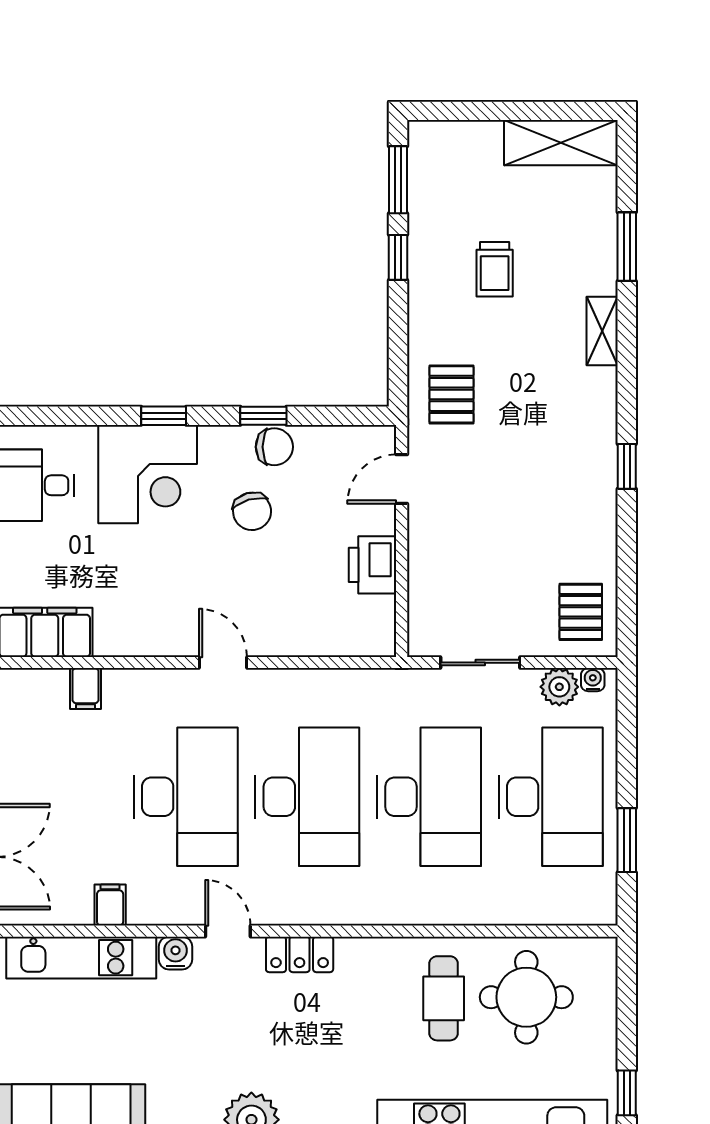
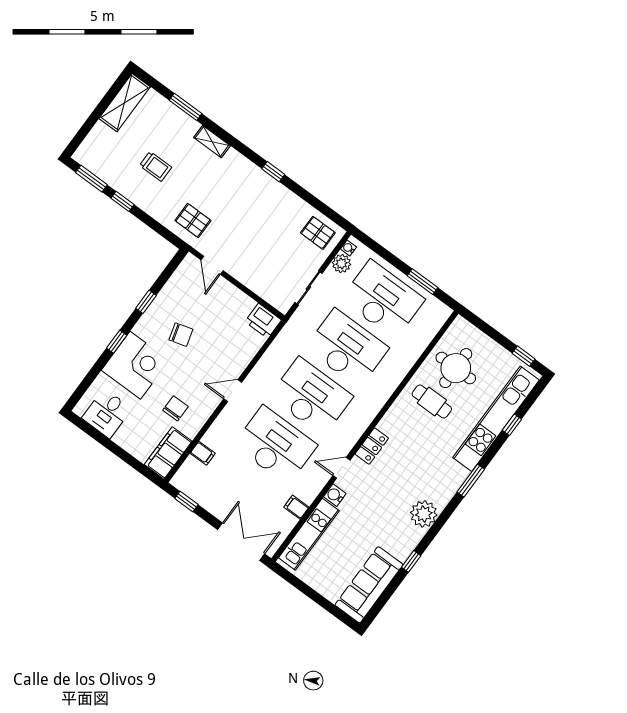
chair: (274, 447) -> (175, 408), moved
printer: (373, 565) -> (263, 321), moved

